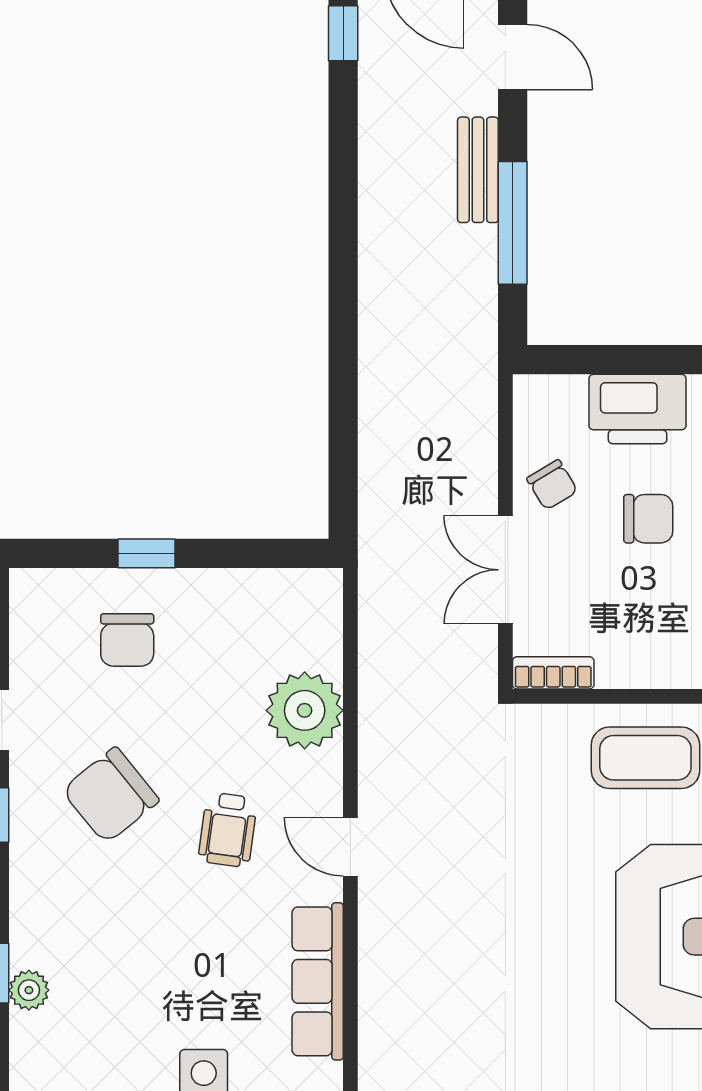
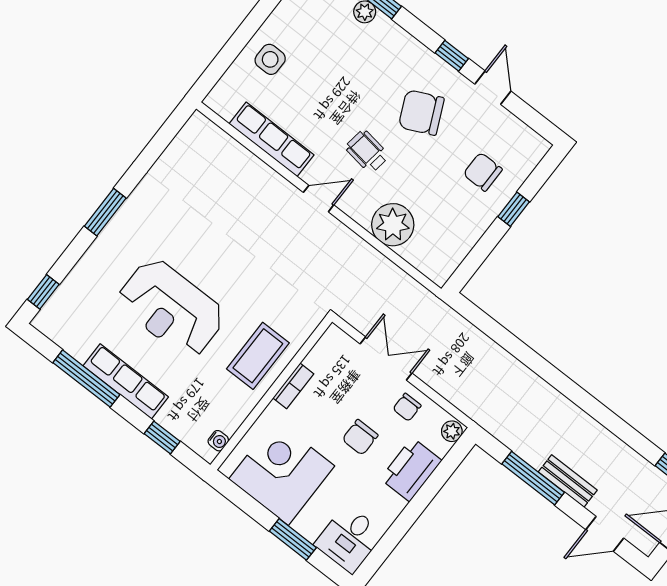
plant: (536, 393) -> (452, 431), added
chair: (552, 485) -> (407, 407), turned -59
bookcase: (553, 673) -> (293, 386), moved
chair: (111, 795) -> (421, 113), turned -76

